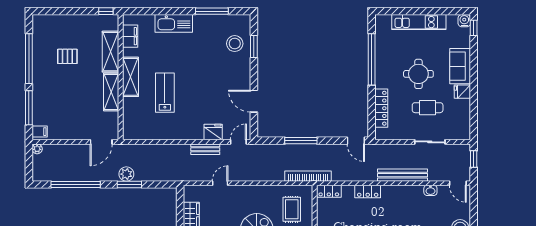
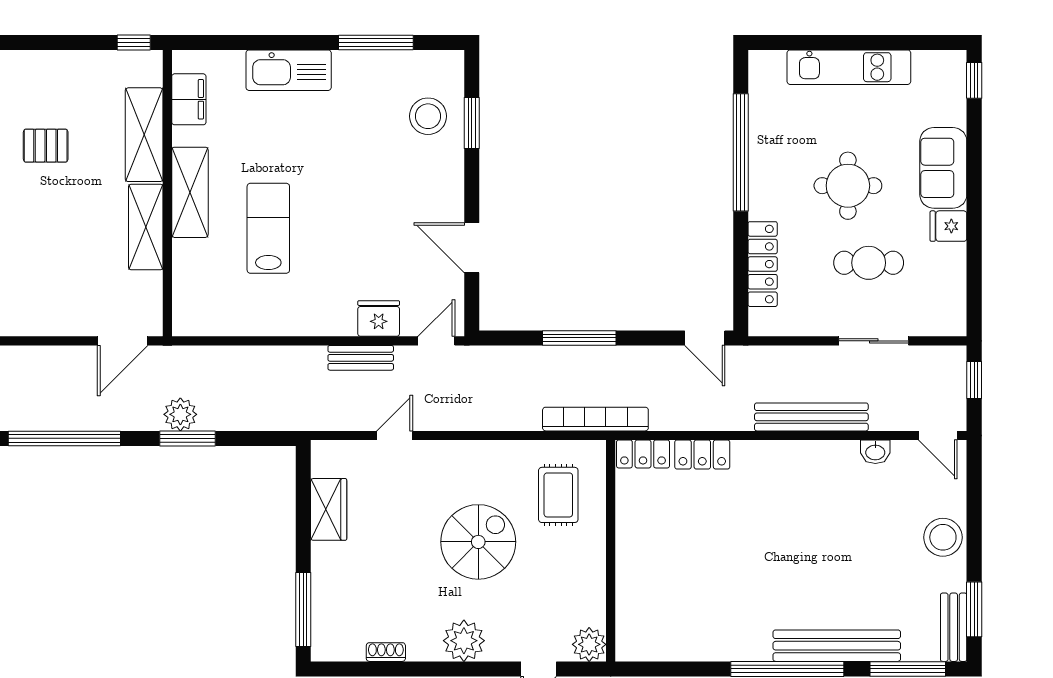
water cooler: (464, 21) -> (953, 64), removed
locker: (368, 192) -> (702, 455), moved

